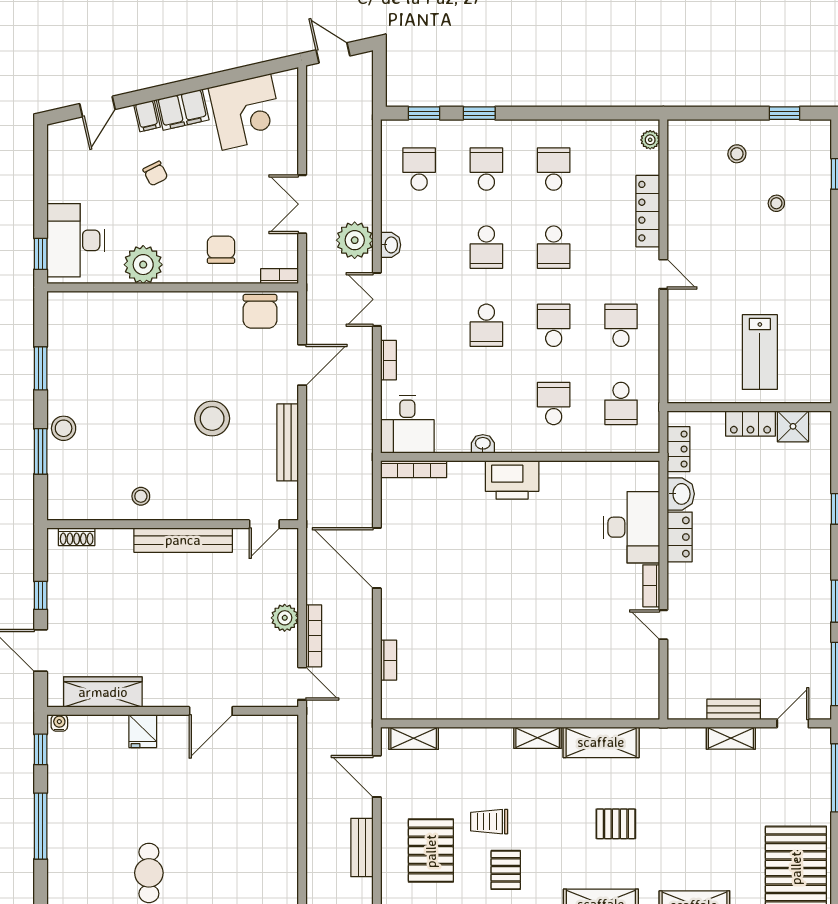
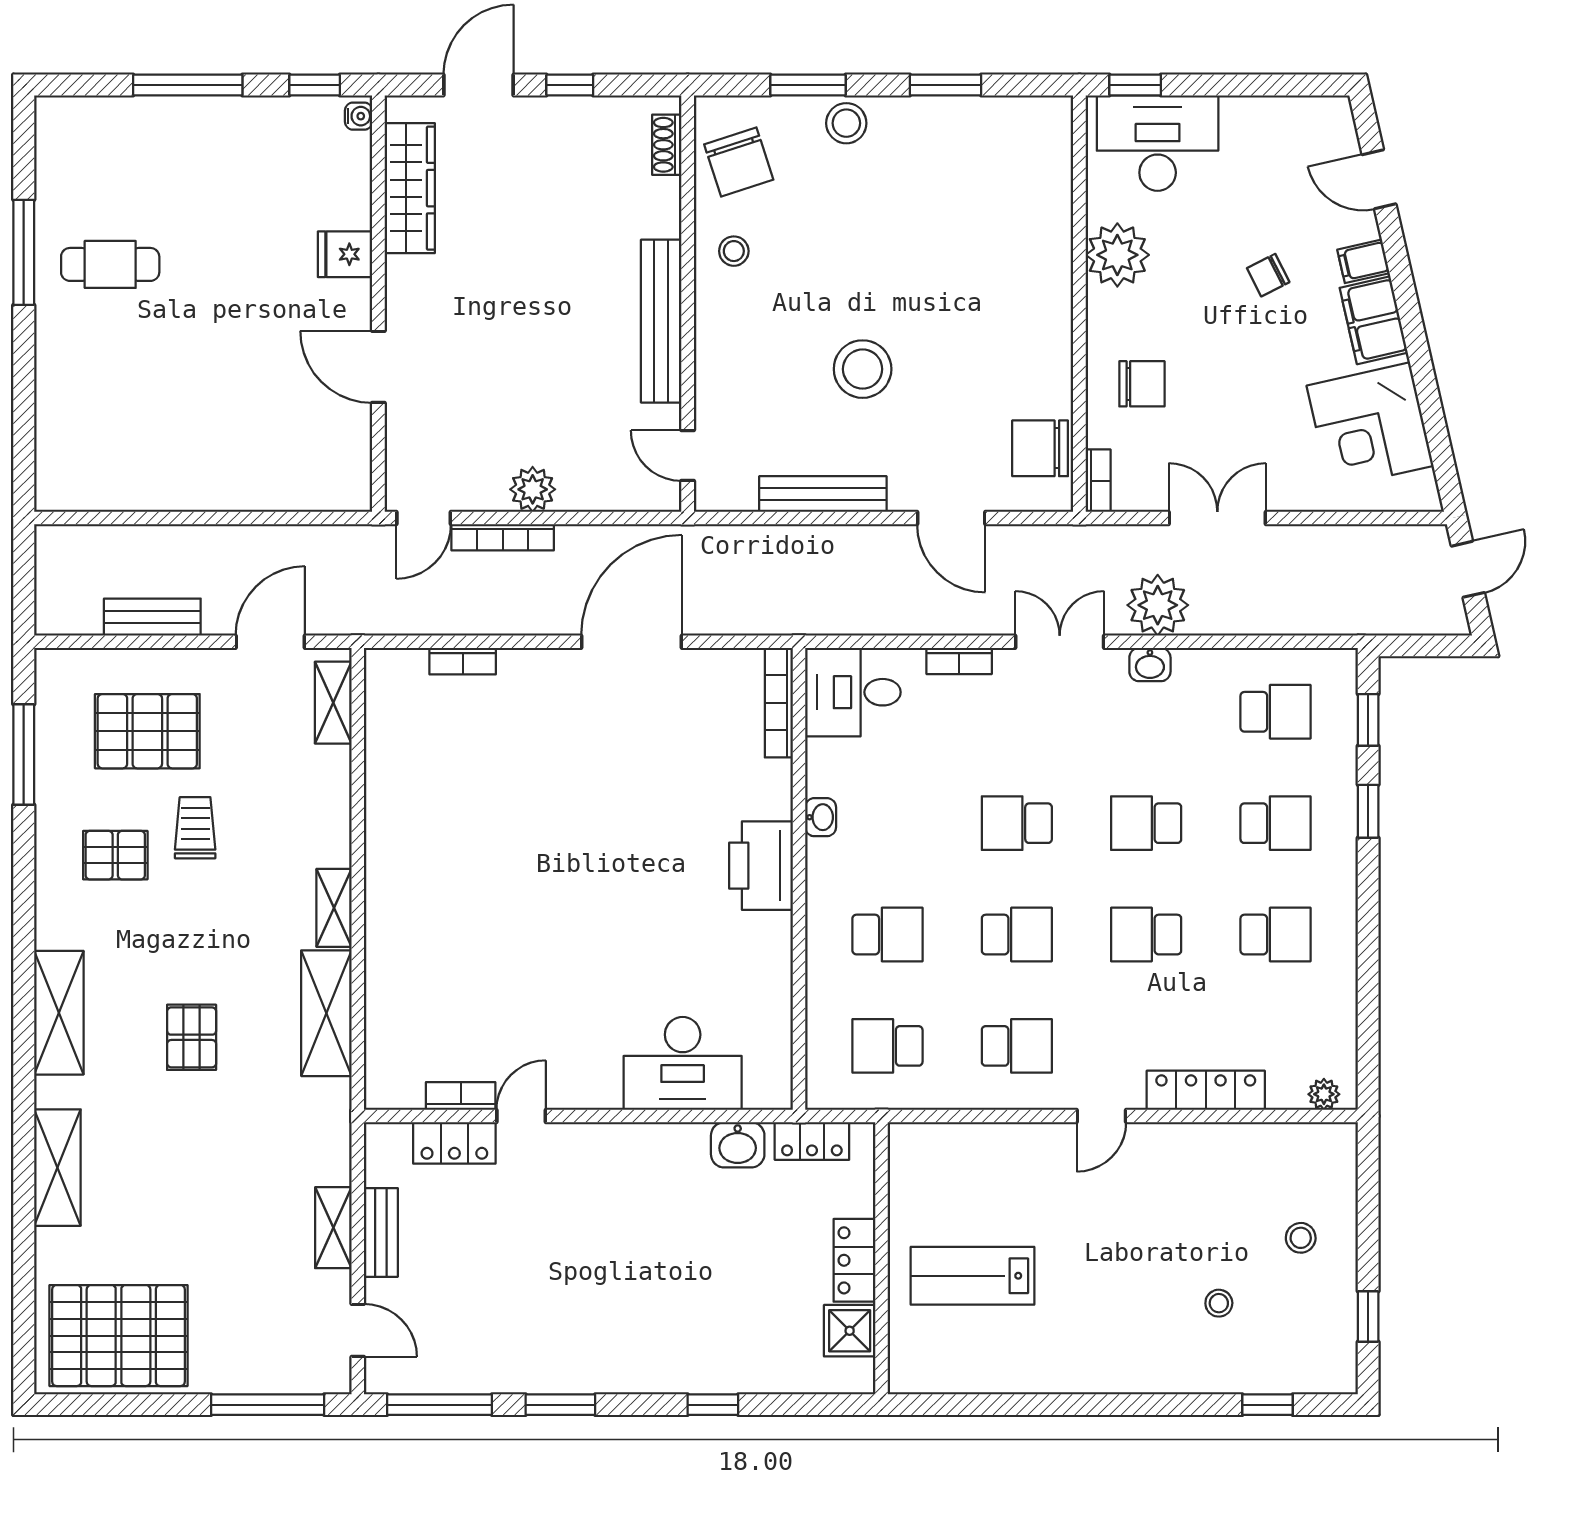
chair: (87, 493) -> (739, 162), added
locker: (680, 537) -> (454, 1143), moved
bookcase: (651, 586) -> (461, 1096), moved

